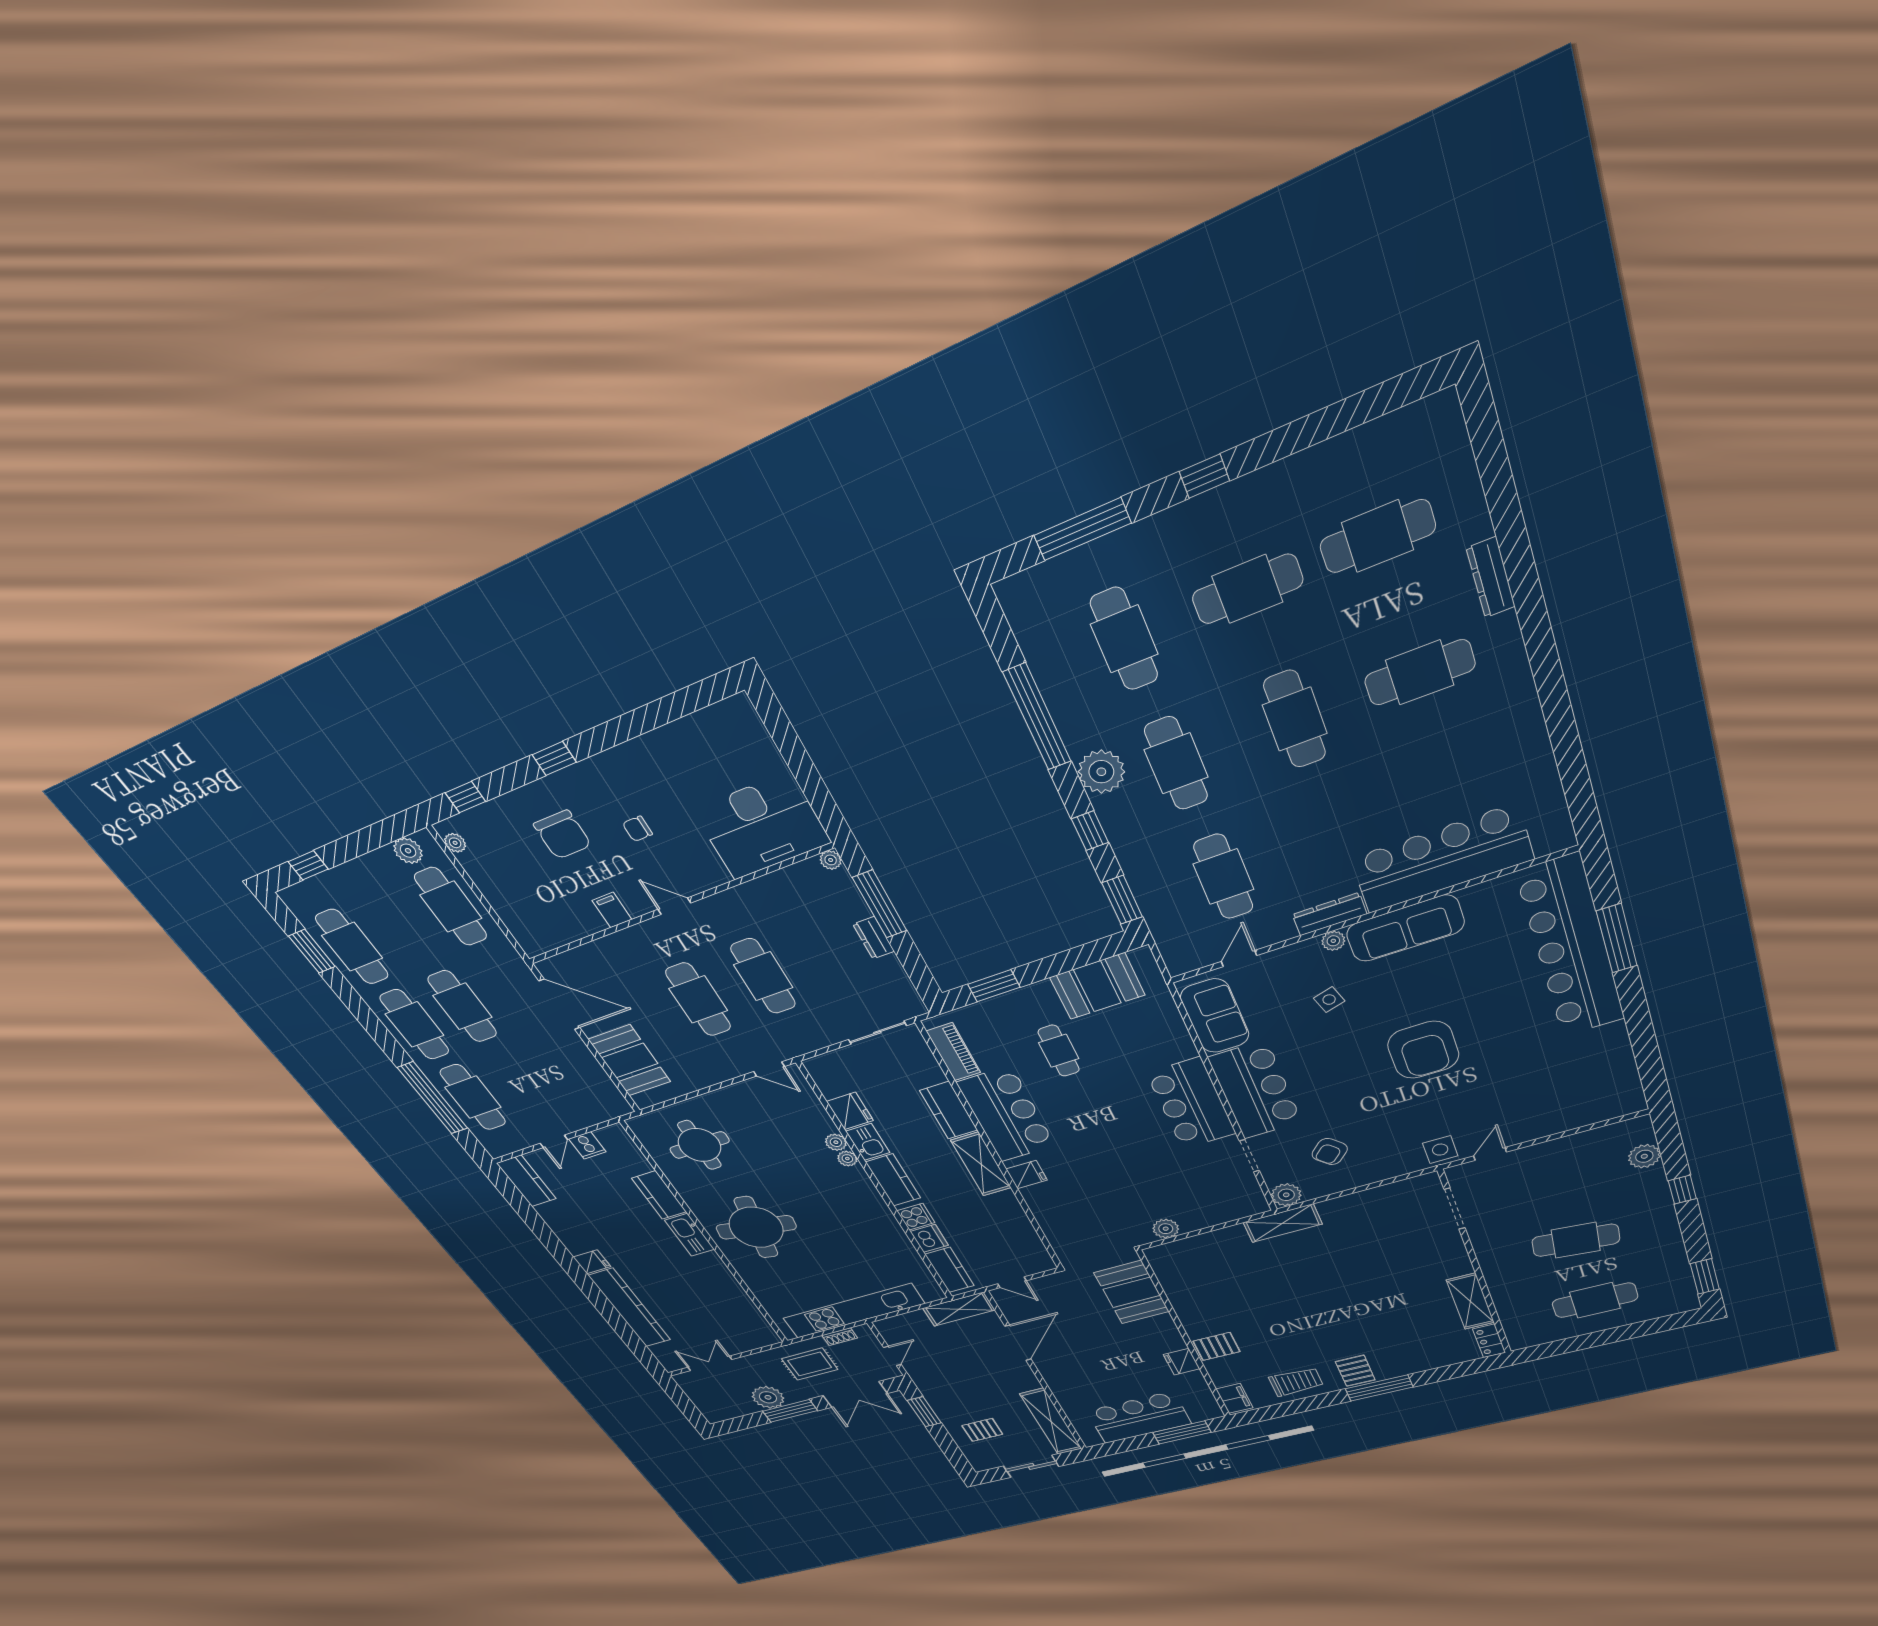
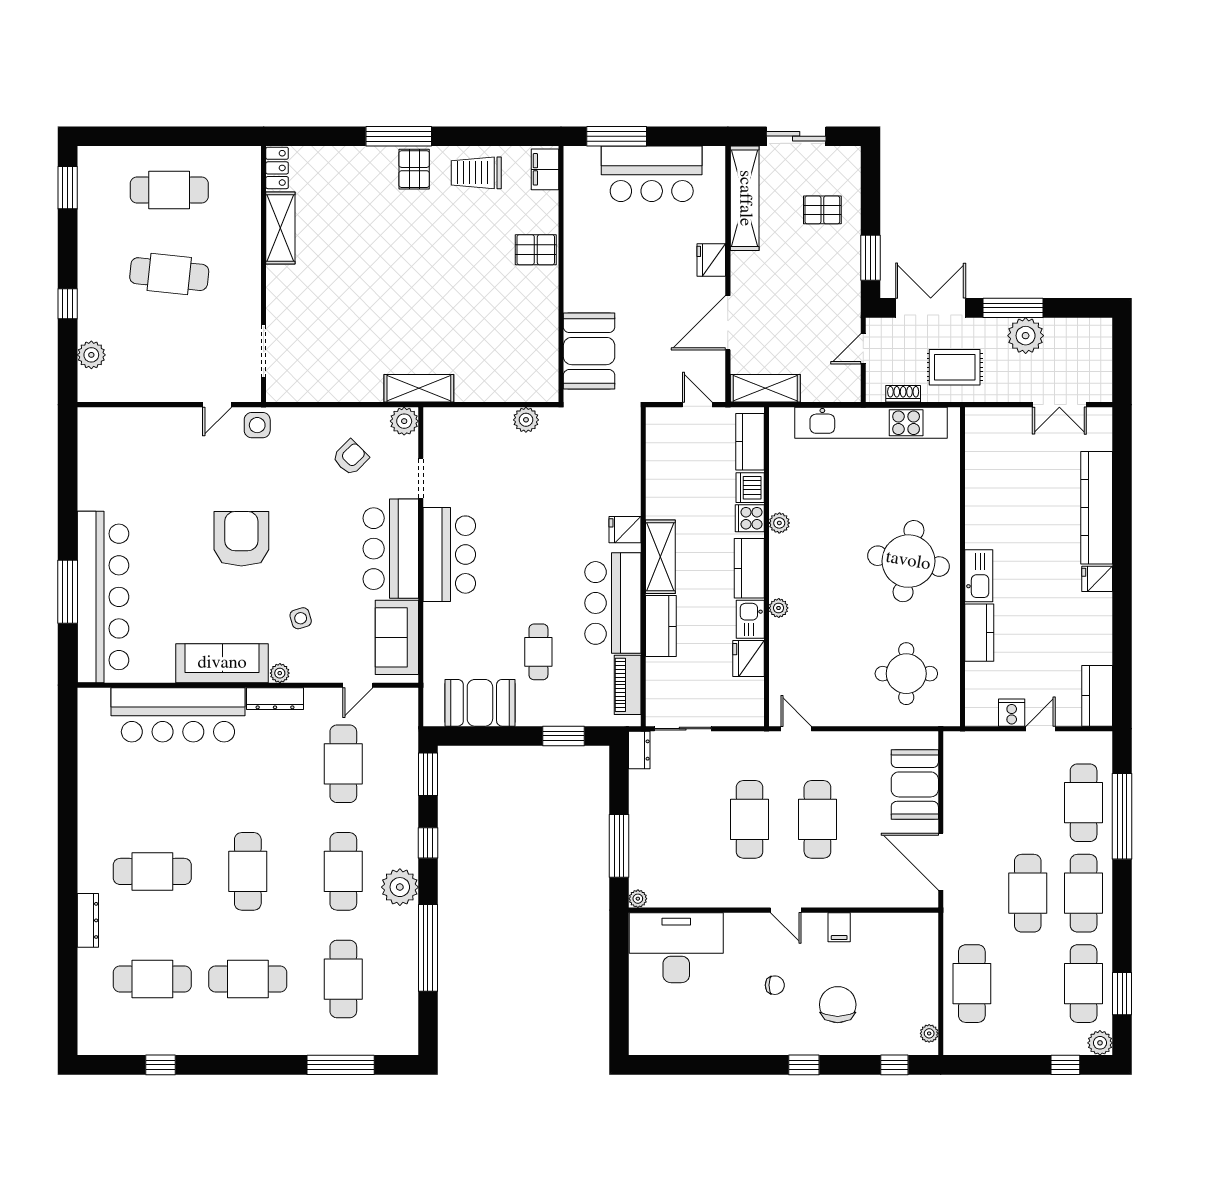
window: (1204, 476) -> (160, 1065), moved
plant: (408, 851) -> (1100, 1043), moved
dresser: (874, 938) -> (639, 750), moved
plant: (836, 1142) -> (779, 523), moved
fridge: (1182, 1362) -> (711, 260), moved, turned 180

